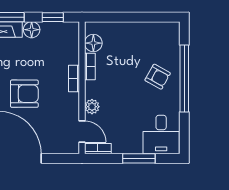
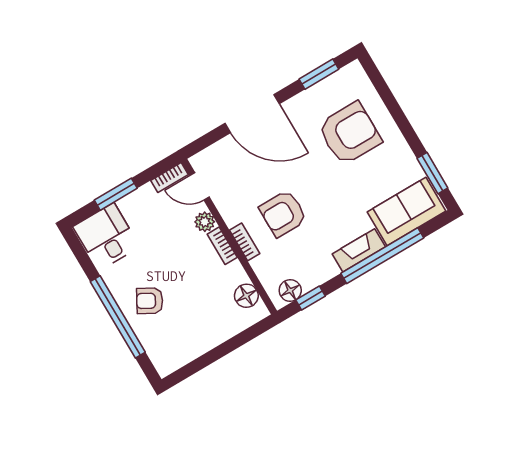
floor lamp: (32, 30) -> (290, 290), moved
bookcase: (90, 67) -> (222, 246), moved
armchair: (24, 94) -> (283, 214), moved

